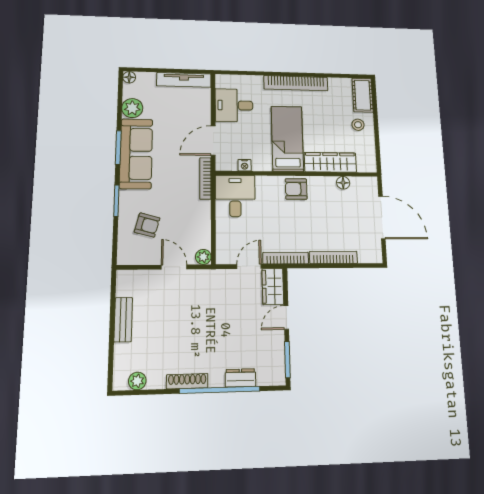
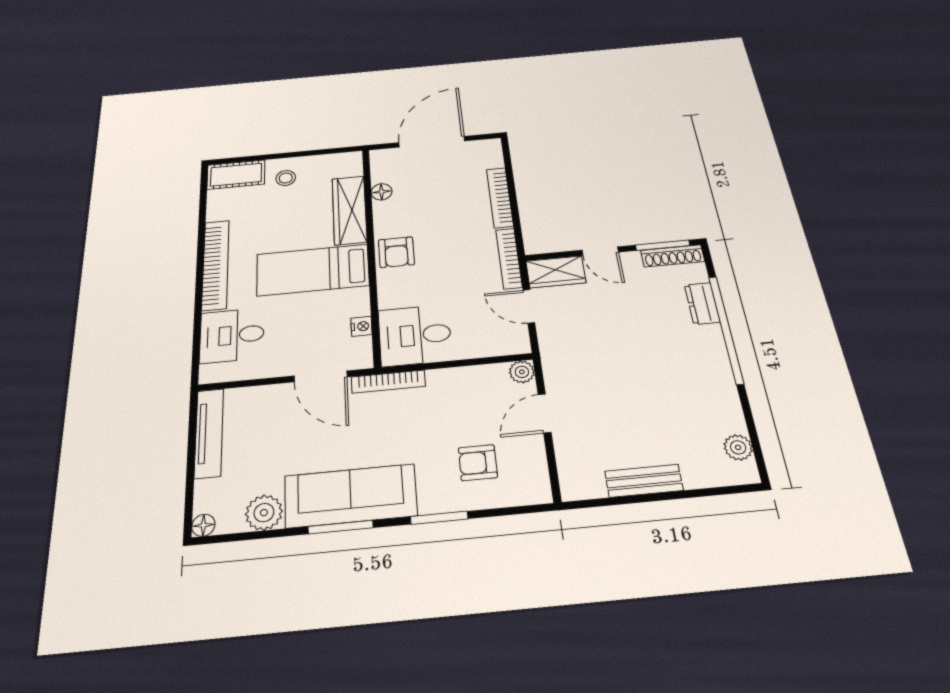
desk: (234, 105) -> (232, 335), moved, turned 90
armchair: (147, 225) -> (478, 463), turned -105
shoe rack: (187, 381) -> (673, 256), moved, turned -90

